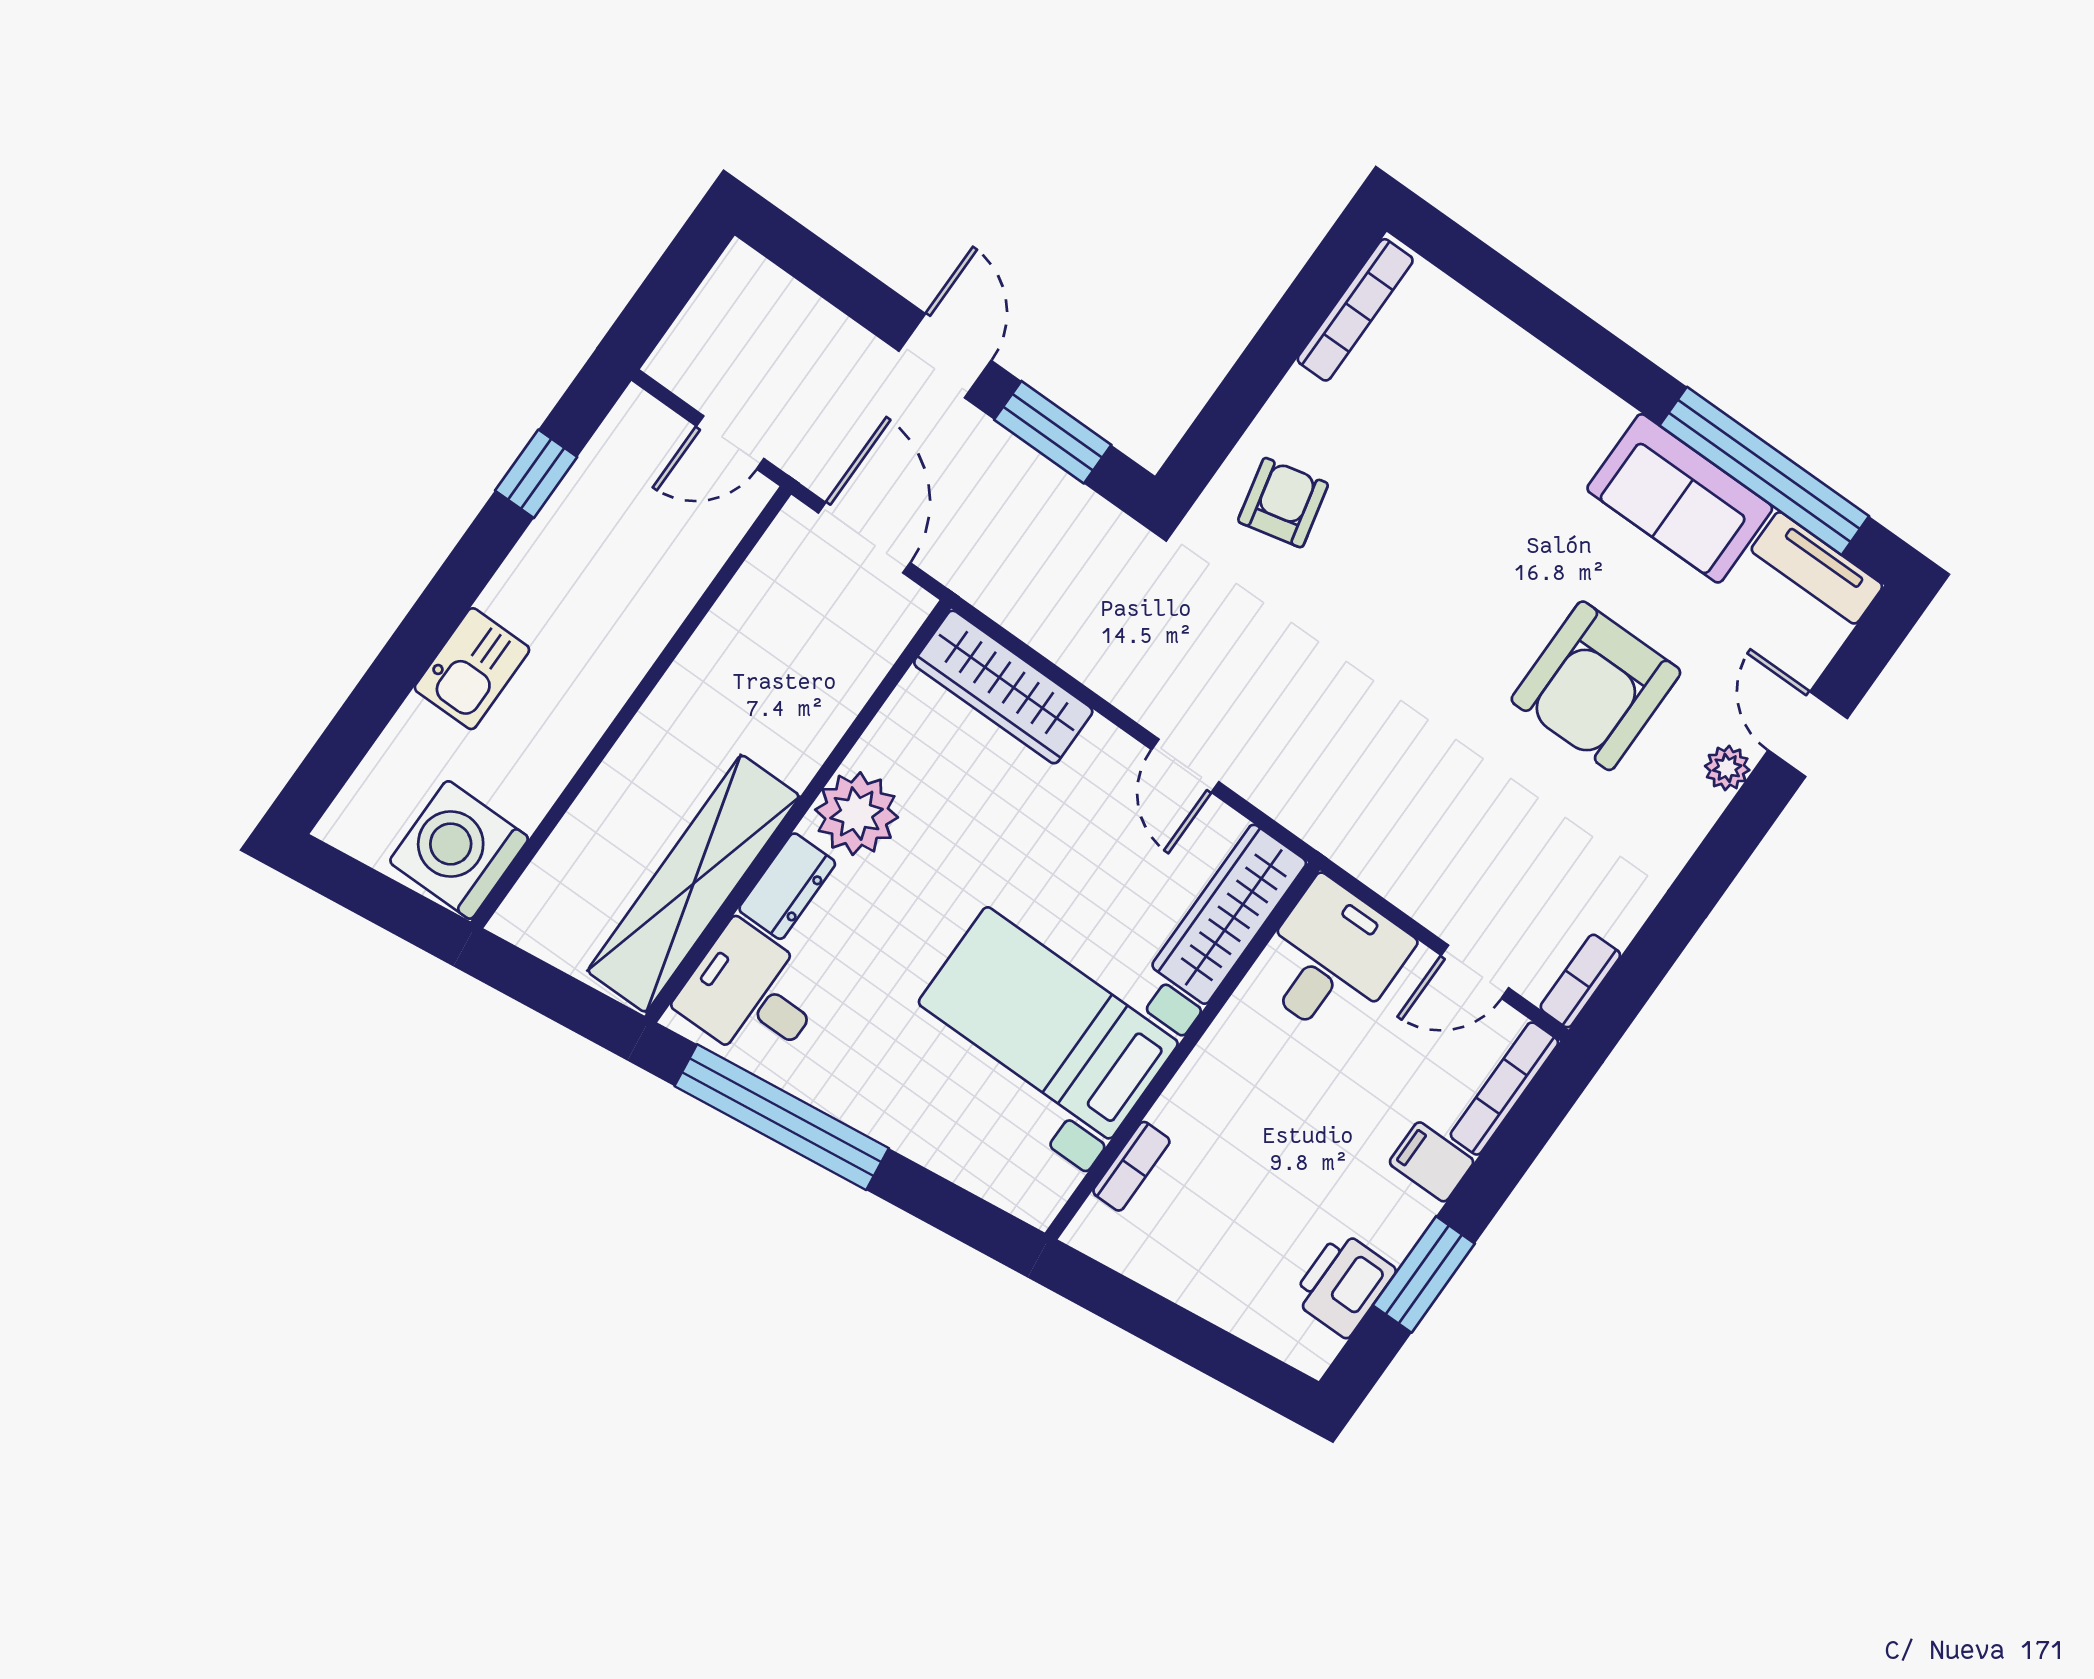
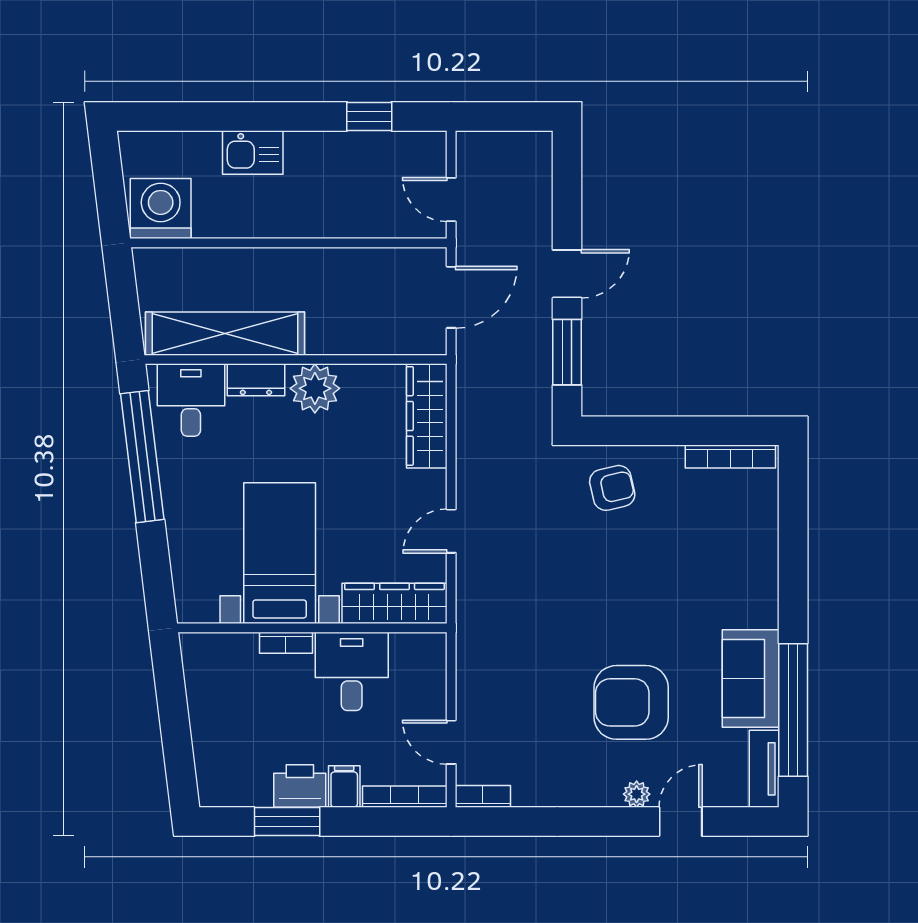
desk: (1332, 960) -> (352, 671), moved, turned -90
bookcase: (1131, 1166) -> (286, 643), moved
printer: (1343, 1284) -> (300, 786), moved

